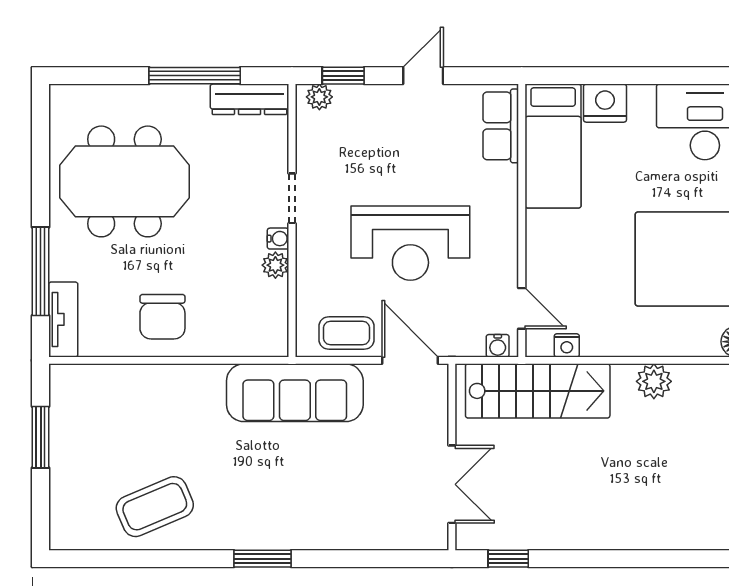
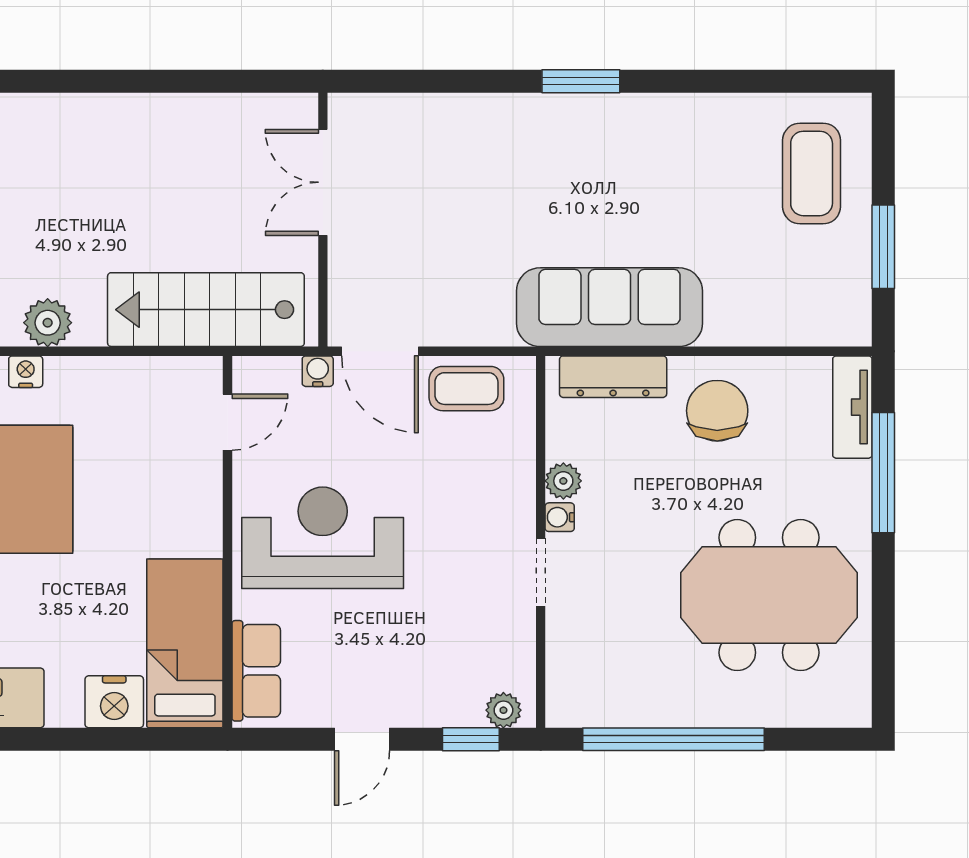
window: (195, 76) -> (673, 739), width x1.46
dresser: (250, 99) -> (613, 377), moved, turned 180
reception desk: (410, 243) -> (323, 538), moved
door: (522, 308) -> (228, 422), swing flipped
nightstand: (567, 345) -> (26, 372), moved
water cooler: (498, 346) -> (318, 371), moved
sofa: (295, 393) -> (610, 307), moved
coffee table: (155, 507) -> (812, 173), moved, turned -67
window: (508, 559) -> (246, 81), removed

